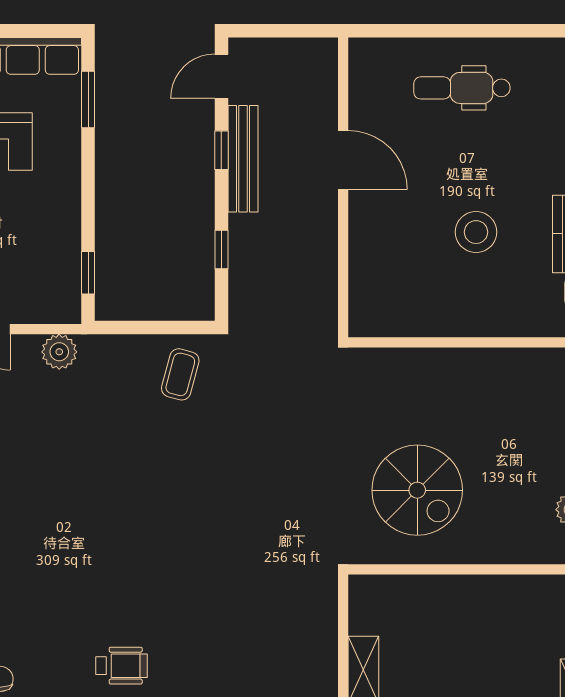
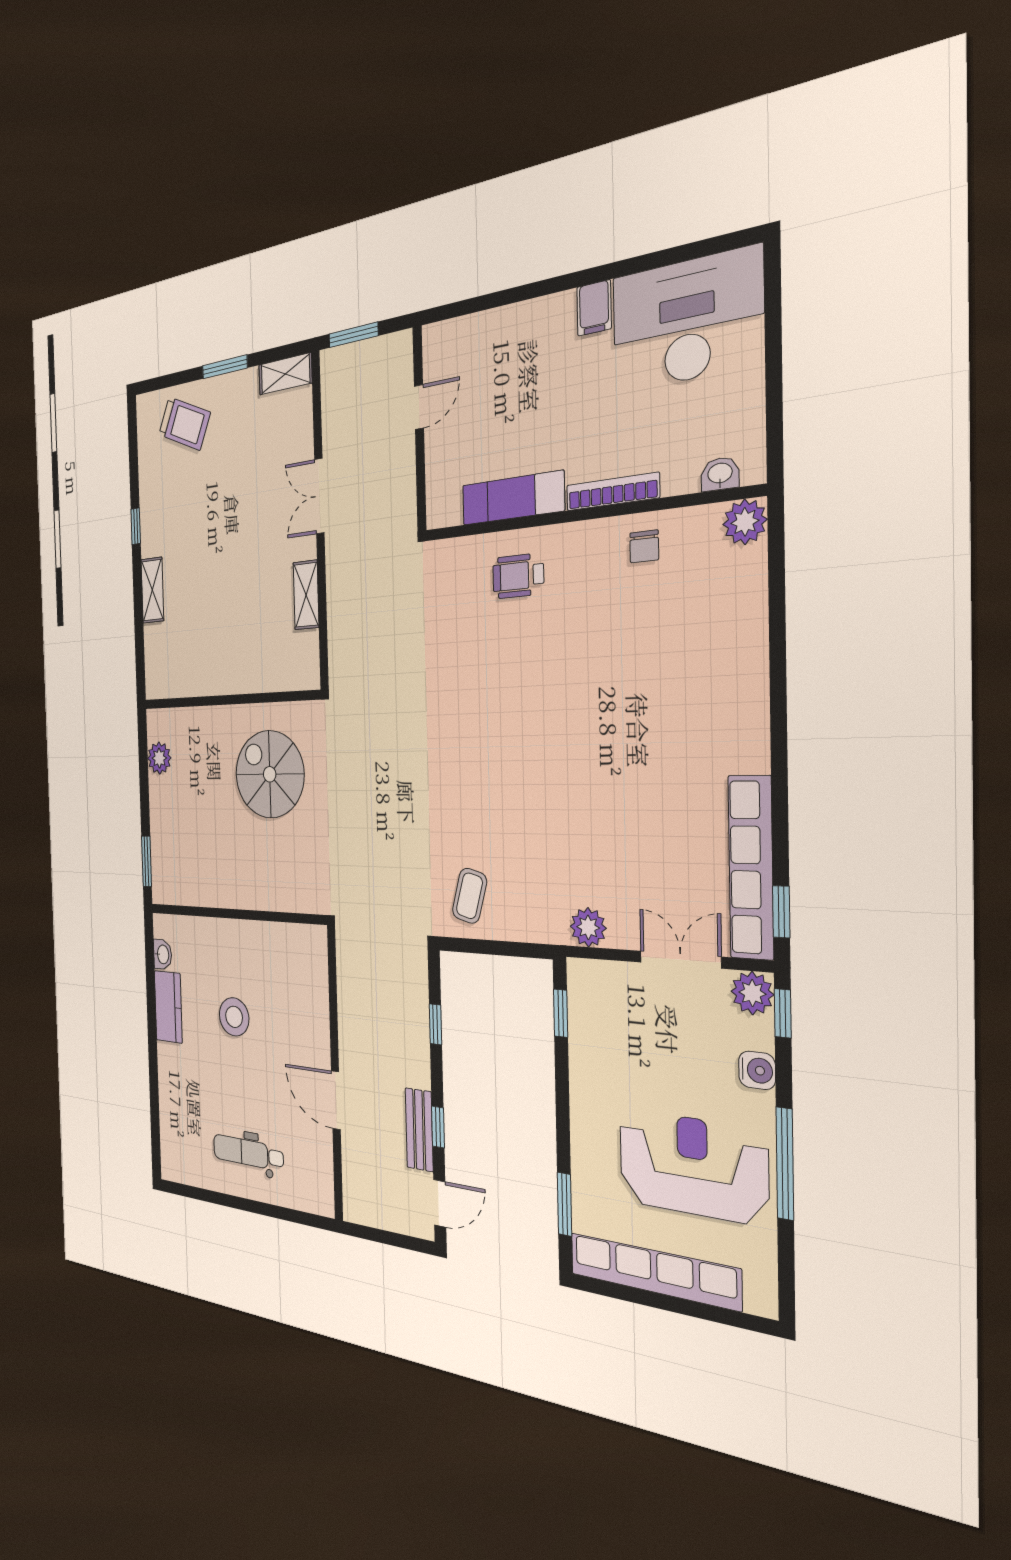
dental chair: (462, 88) -> (248, 1153), turned 180
bench: (243, 159) -> (419, 1130), width x0.73

